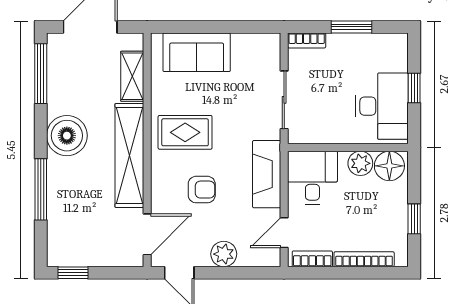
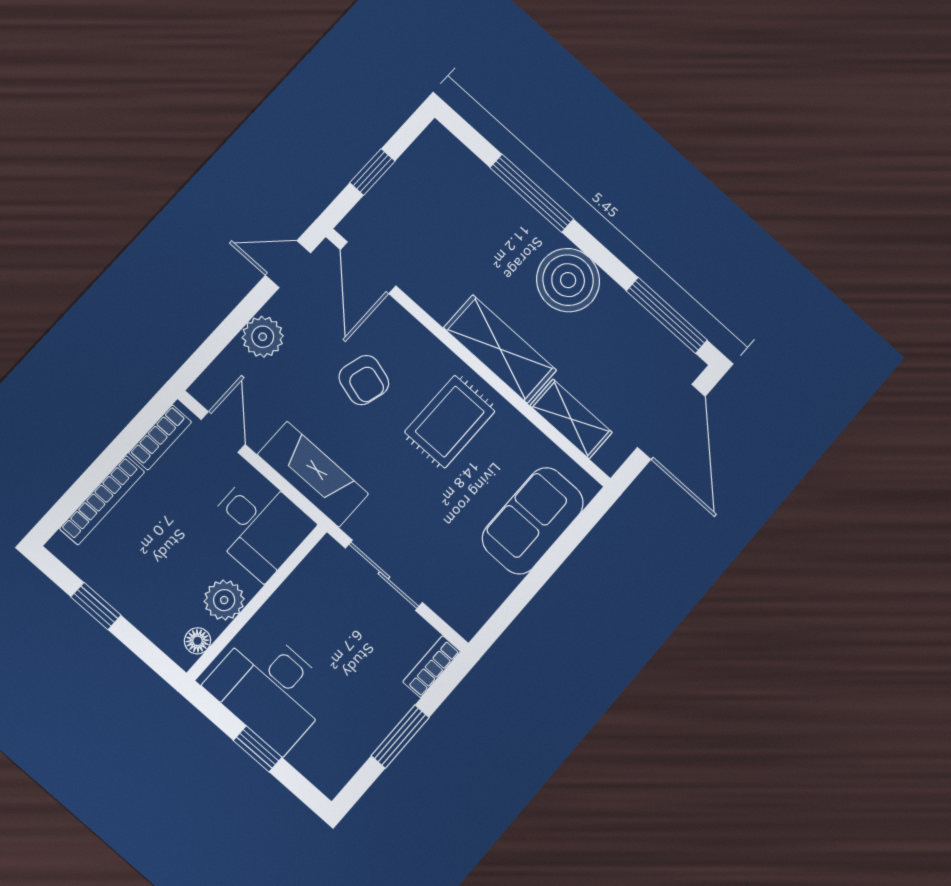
shelving: (129, 155) -> (500, 349), width x0.68
floor lamp: (389, 166) -> (197, 641), width x0.53, depth x0.53
armchair: (202, 190) -> (364, 380), turned -74
window: (73, 273) -> (372, 172), moved

